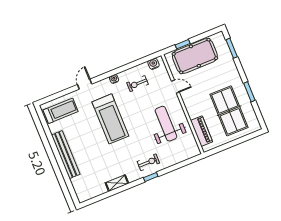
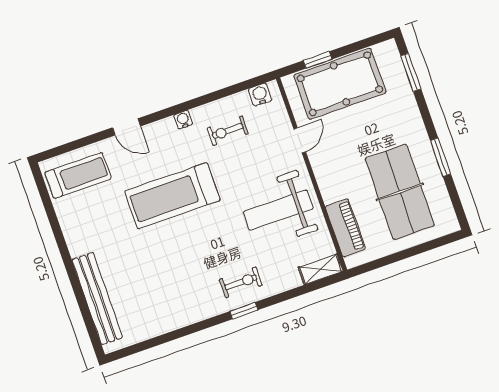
door: (85, 84) -> (127, 127), swing flipped
door: (175, 87) -> (300, 140), hinge flipped
treadmill: (110, 119) -> (172, 196), turned 90
weight bench: (166, 124) -> (278, 210), turned -90
bench: (66, 155) -> (97, 299), moved
shelving: (117, 183) -> (321, 269), moved

